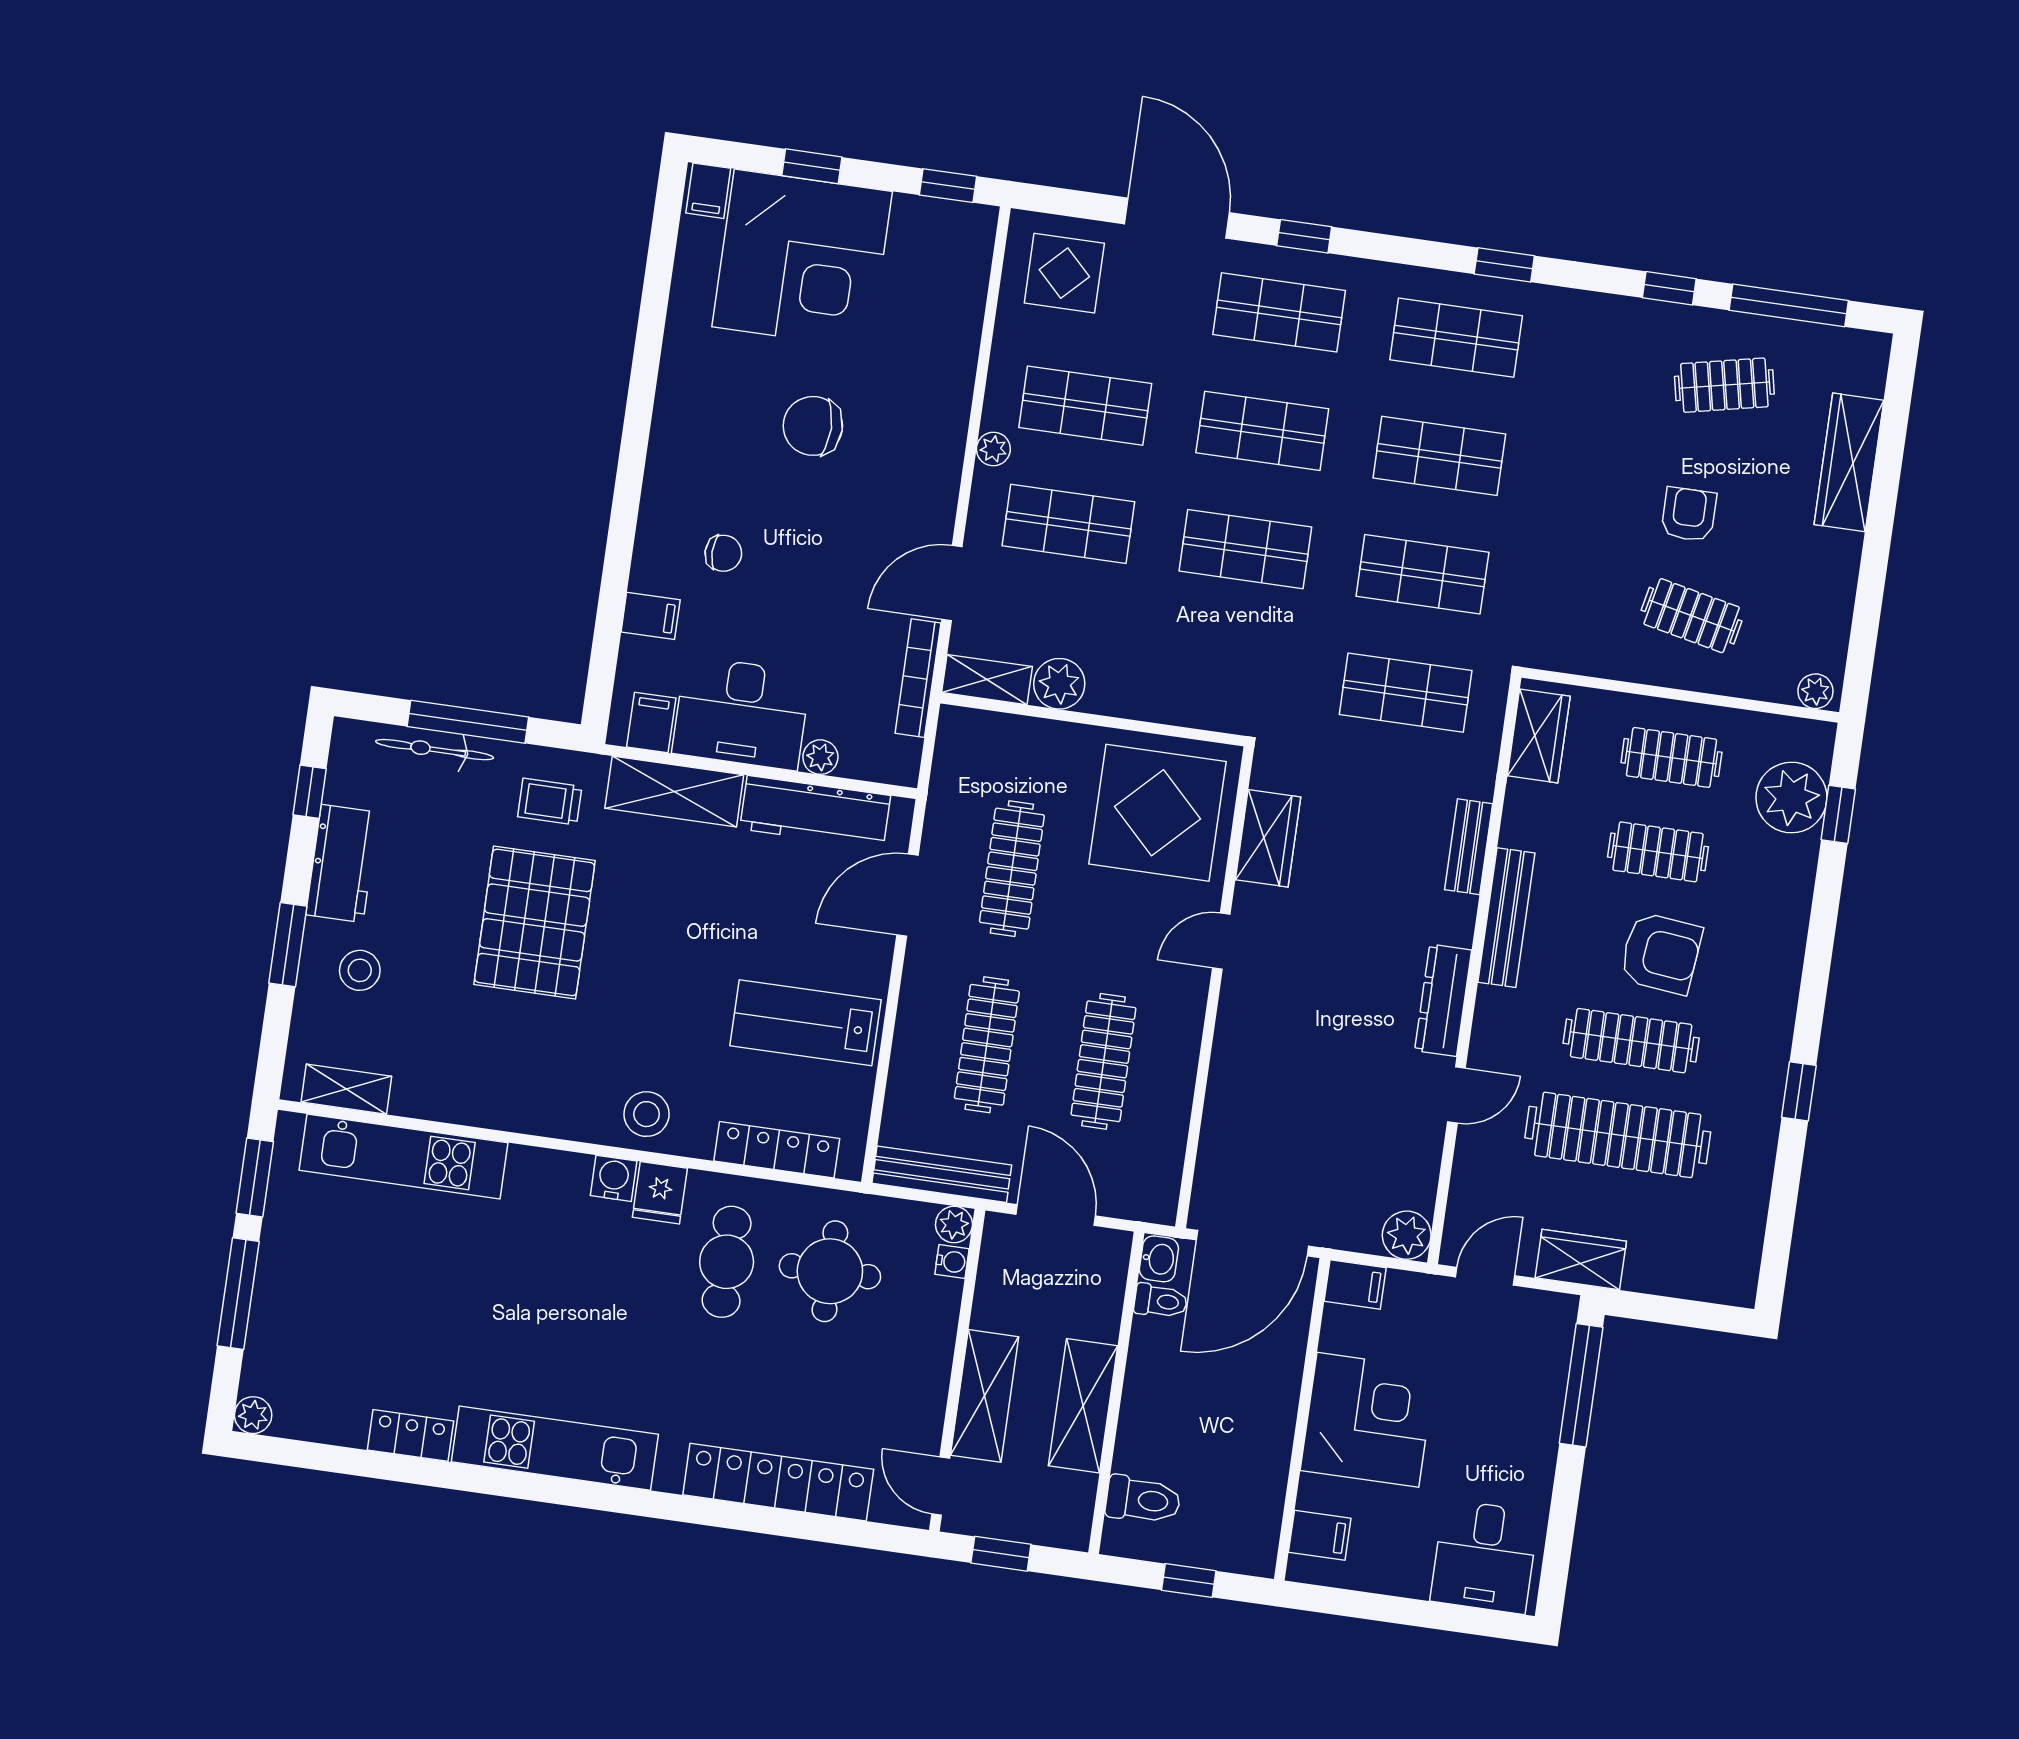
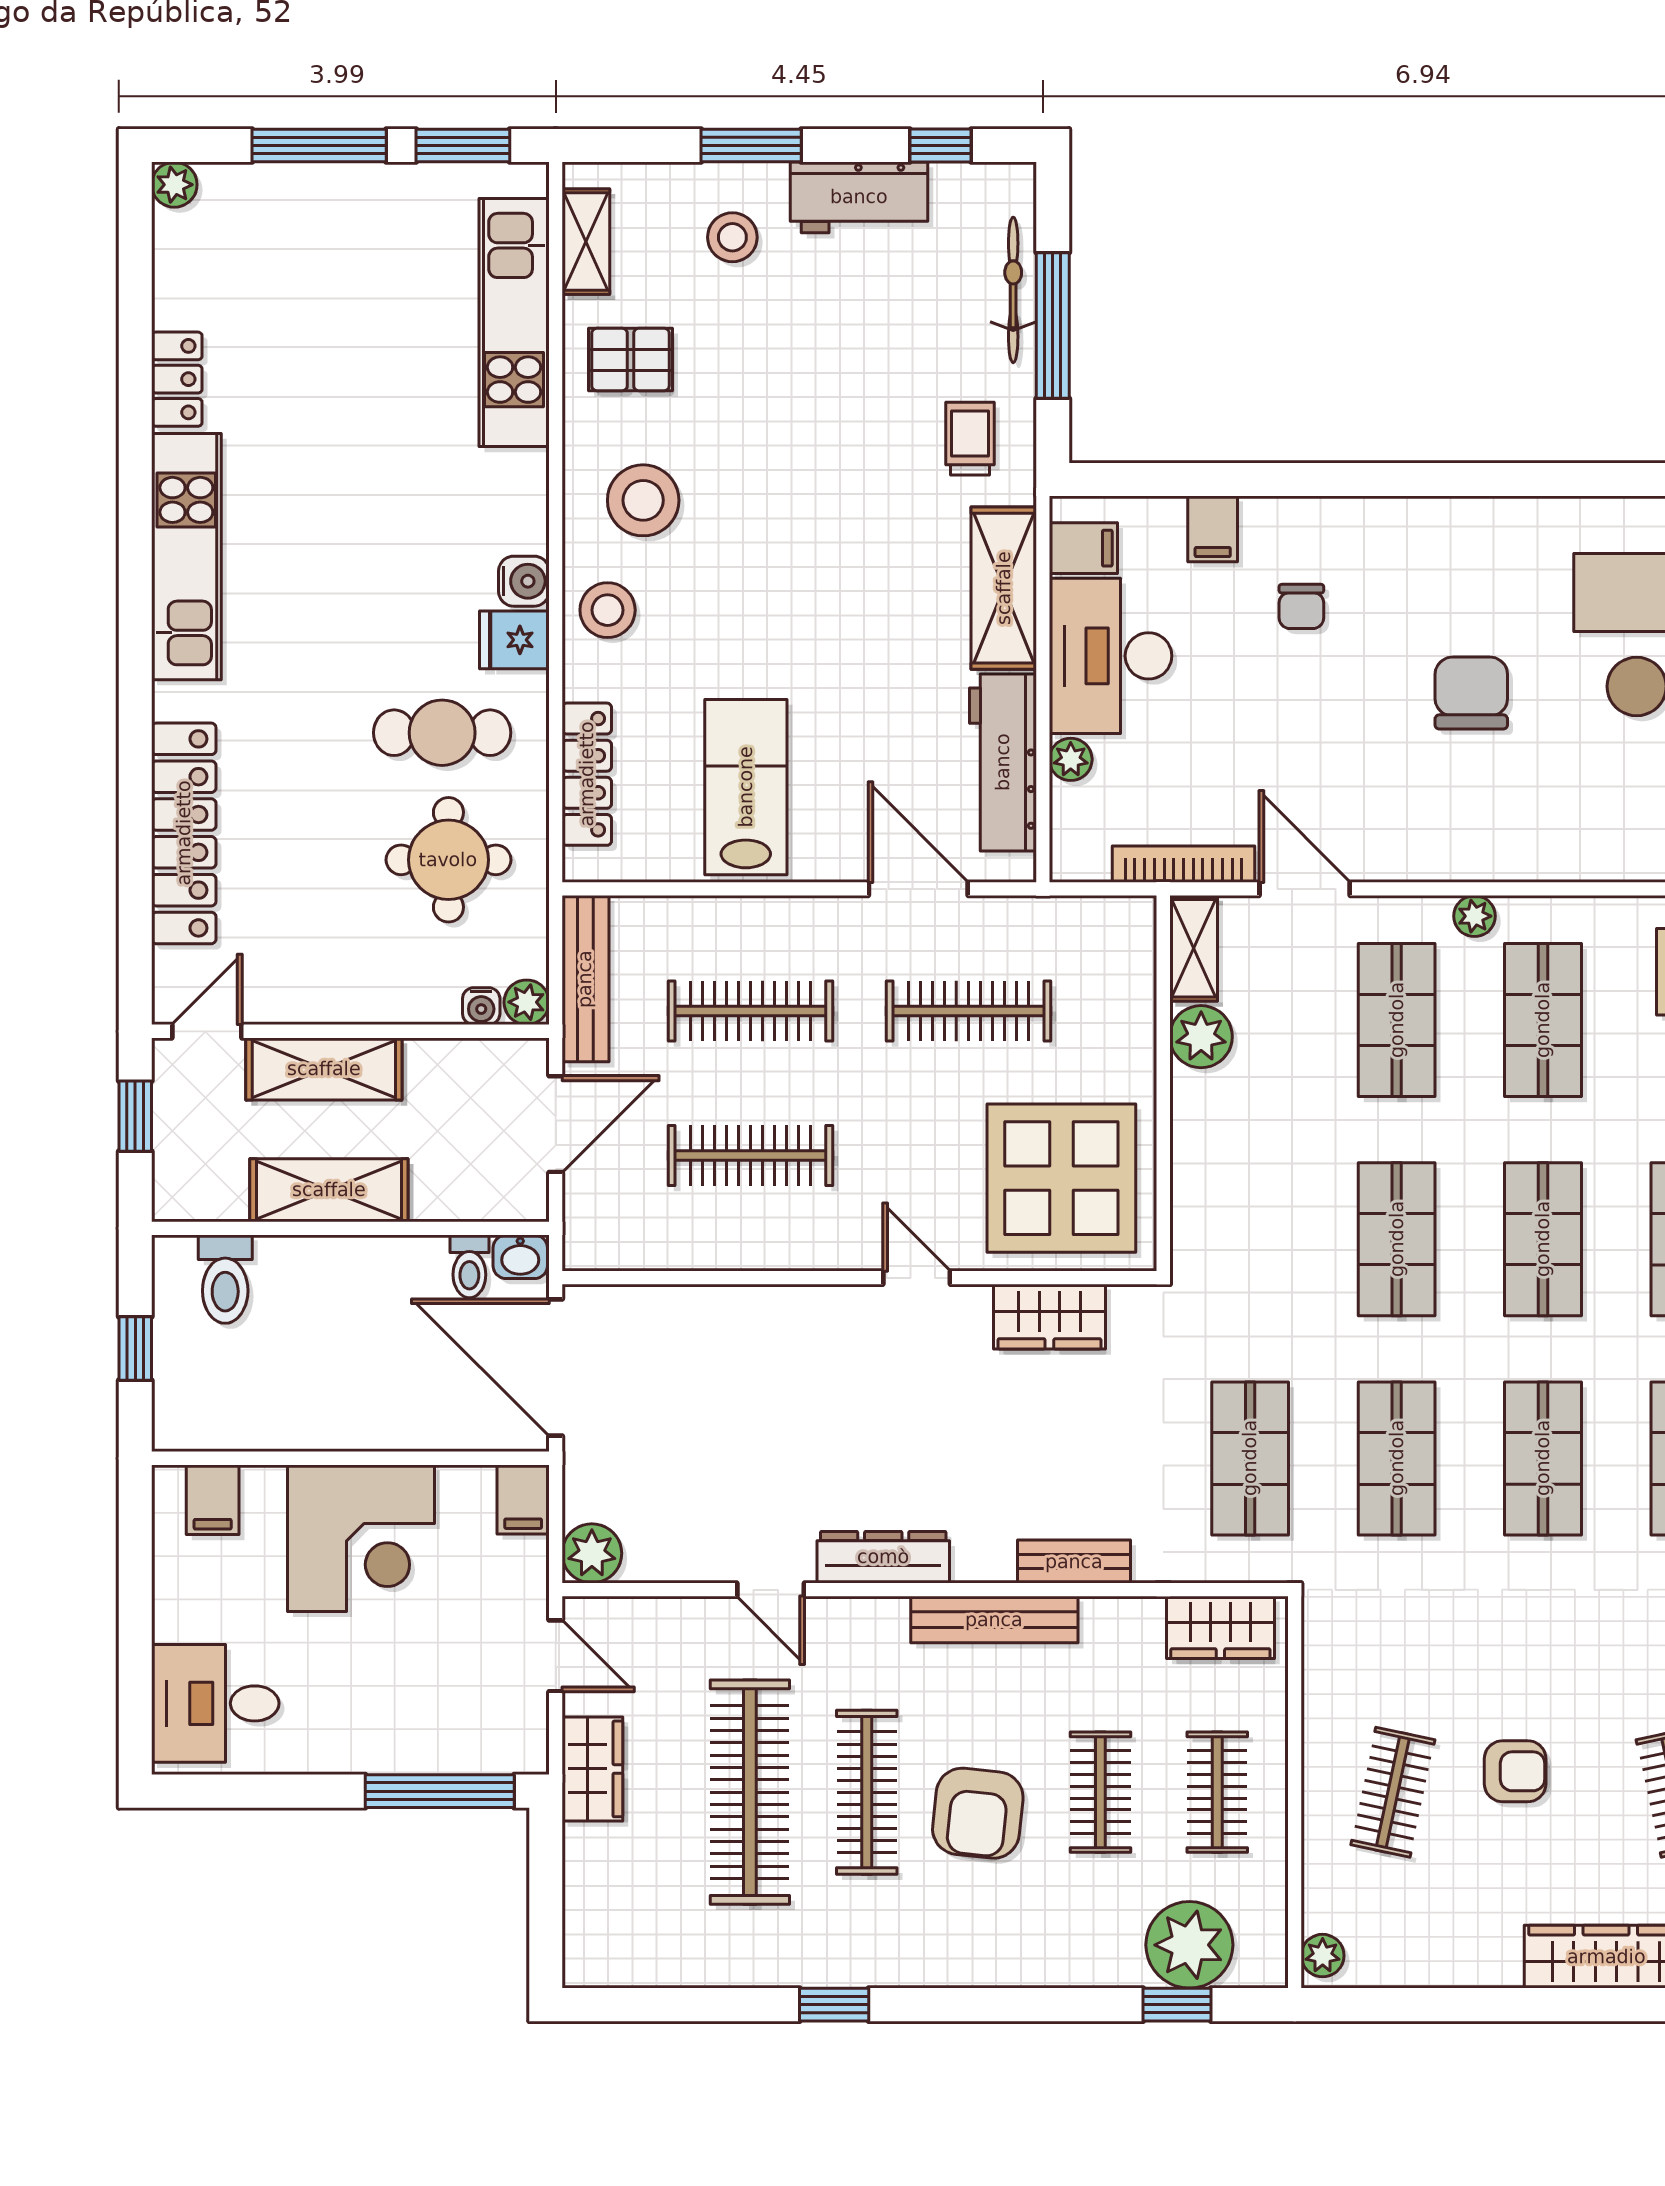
pallet: (535, 922) -> (630, 360), moved, width x0.49, depth x0.50
stool: (562, 1073) -> (643, 500), added

